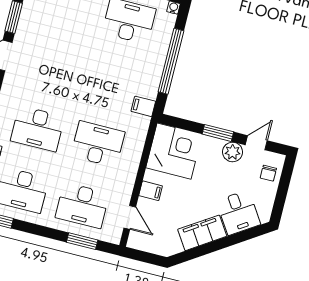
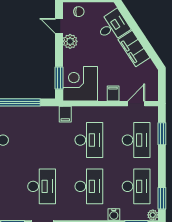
desk: (53, 67) -> (42, 186), added
filing cabinet: (143, 106) -> (65, 114), moved
window: (218, 133) -> (59, 78), moved
desk: (98, 144) -> (89, 140), turned 180

